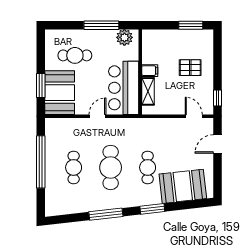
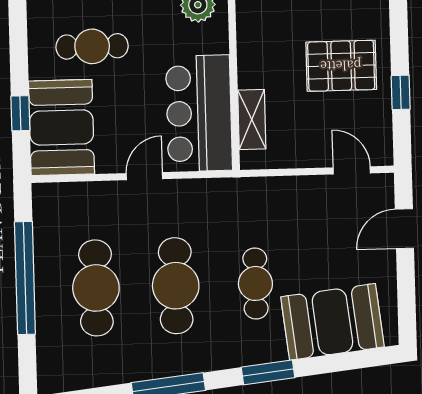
pallet: (190, 68) -> (341, 66), width x1.50, depth x1.42
filing cabinet: (150, 71) -> (254, 75), removed
window: (41, 86) -> (20, 113), width x0.67
window: (217, 98) -> (401, 92), moved
cafe table: (74, 167) -> (96, 288), width x1.37, depth x1.35

